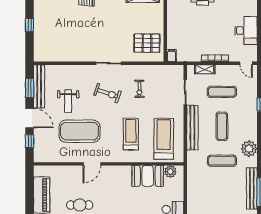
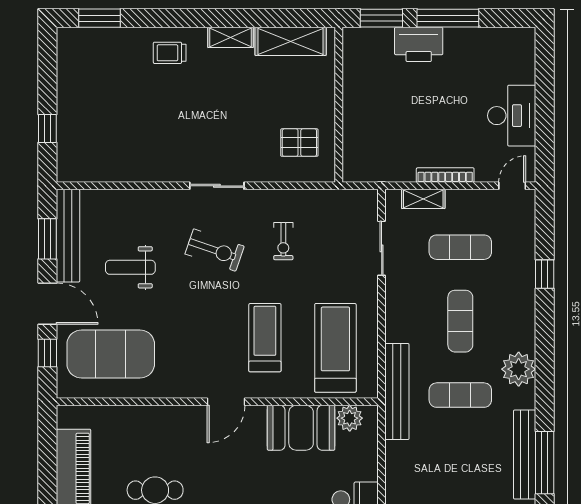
window: (30, 25) -> (47, 129), moved
pallet: (147, 43) -> (299, 143), width x0.67, depth x0.71
filing cabinet: (171, 56) -> (352, 169), removed
door: (246, 63) -> (512, 186), swing flipped
weight bench: (68, 101) -> (130, 267), turned 90
bench: (192, 128) -> (397, 392), moved
exercise mat: (80, 131) -> (111, 354), moved
door: (92, 164) -> (226, 402), moved

